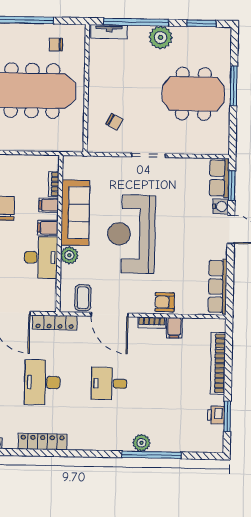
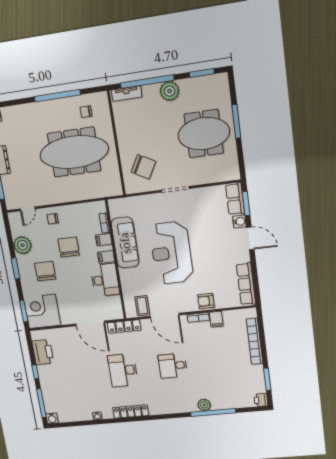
chair: (114, 122) -> (143, 167), width x1.87, depth x1.87
plant: (69, 255) -> (126, 275), removed
printer: (216, 415) -> (261, 400), moved

